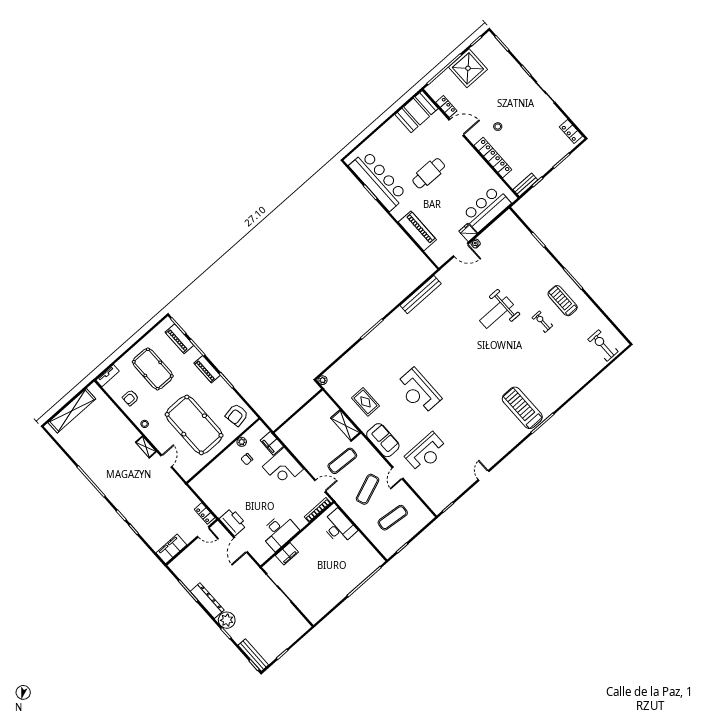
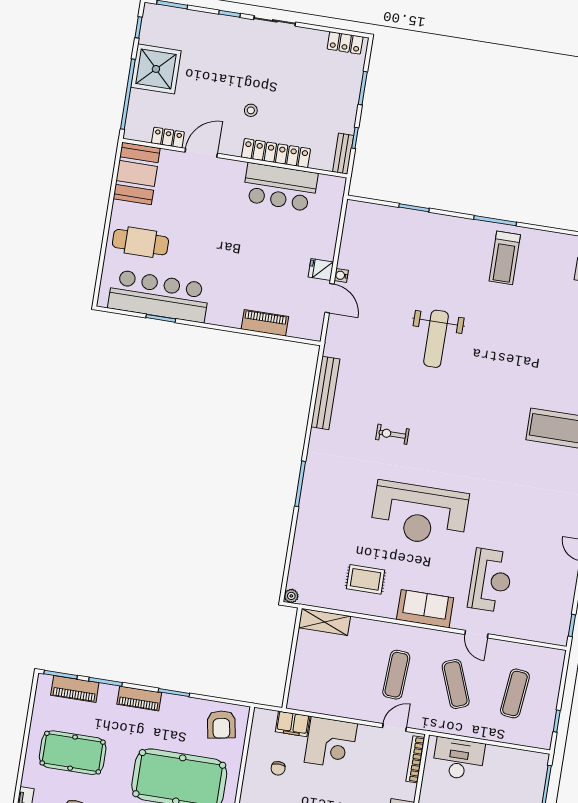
cafe table: (429, 173) -> (140, 242), moved, turned 90
bar counter: (486, 209) -> (280, 187), moved, turned -90
piano: (417, 231) -> (265, 323), width x0.73, depth x0.75
door: (461, 250) -> (330, 298), hinge flipped
treadmill: (563, 301) -> (505, 258), turned -90
exercise bike: (542, 322) -> (392, 434), moved
reception desk: (418, 392) -> (420, 514), width x1.36, depth x1.30
shelving: (346, 426) -> (325, 622), moved
plant: (242, 442) -> (254, 752), removed

